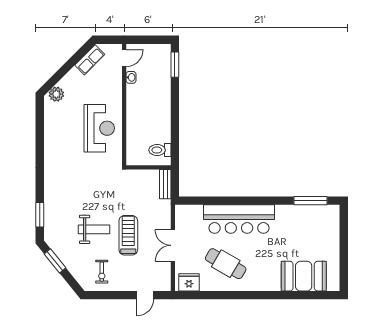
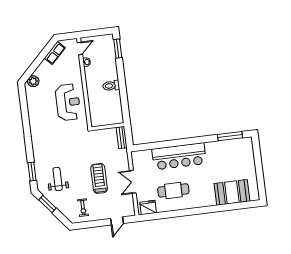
toilet: (160, 150) -> (111, 86), moved
weight bench: (94, 229) -> (58, 179), moved, turned -90
cafe table: (226, 264) -> (173, 190), turned -30

